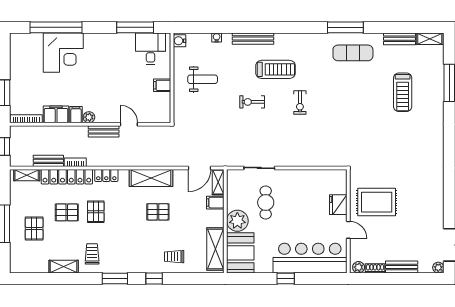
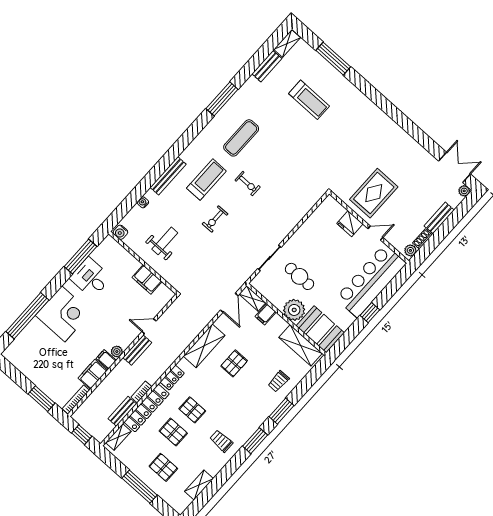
desk: (150, 49) -> (90, 278), moved
corner desk: (63, 53) -> (63, 314), moved
exercise mat: (353, 53) -> (241, 138), moved
filing cabinet: (162, 85) -> (147, 279), width x2.00
pallet: (67, 212) -> (173, 432), turned 90
shelving: (64, 267) -> (199, 485), moved
window: (154, 279) -> (281, 411), width x1.50

